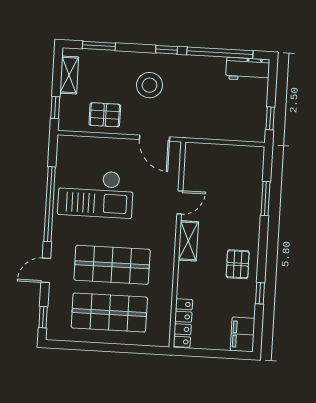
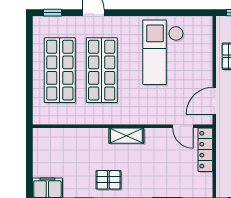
door: (180, 202) -> (183, 126), moved
window: (50, 204) -> (151, 13), removed
locker: (183, 323) -> (205, 150), moved, turned 90

